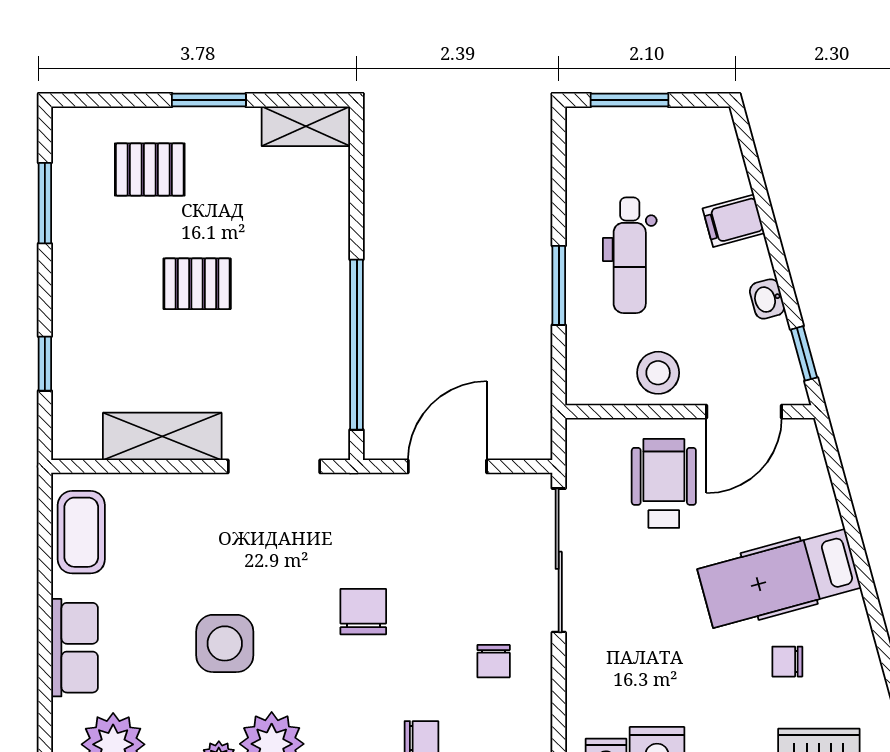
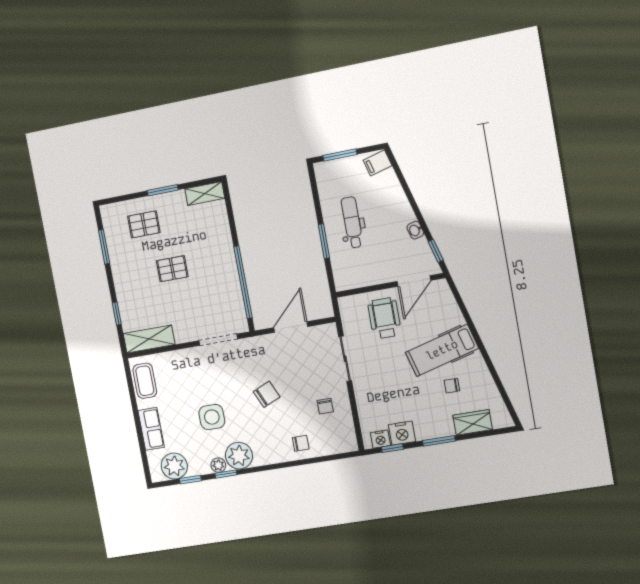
filing cabinet: (734, 221) -> (378, 163), moved
dental chair: (630, 255) -> (352, 222), turned 180
stool: (658, 373) -> (373, 271), removed
shelving: (162, 436) -> (149, 339), moved
sliding door: (559, 560) -> (345, 359), width x0.73
chair: (363, 612) -> (267, 394), turned 66

